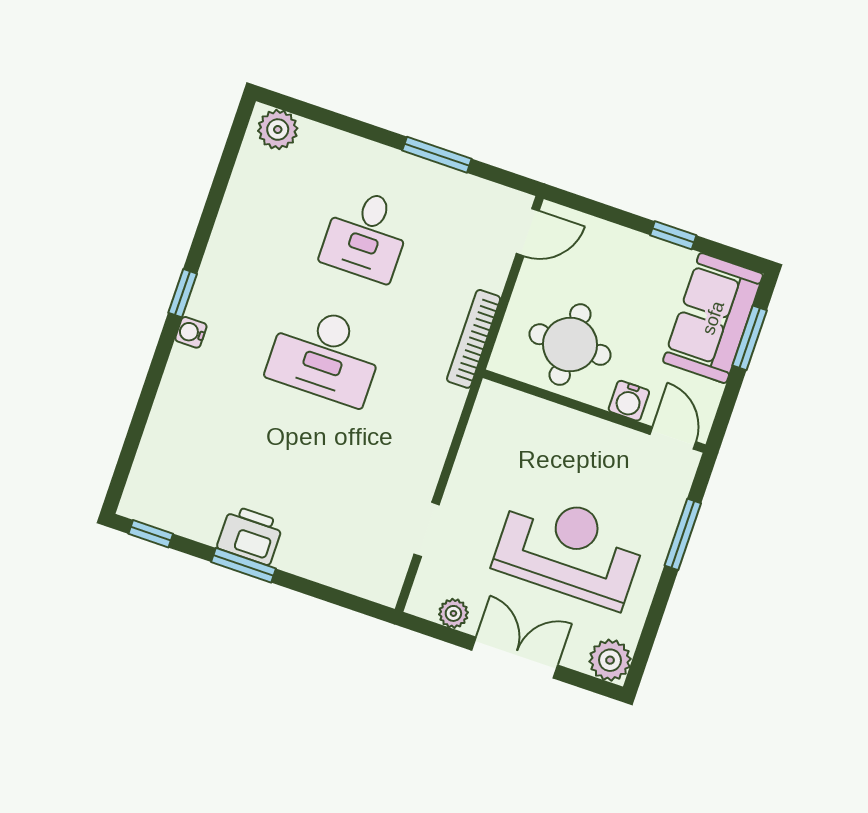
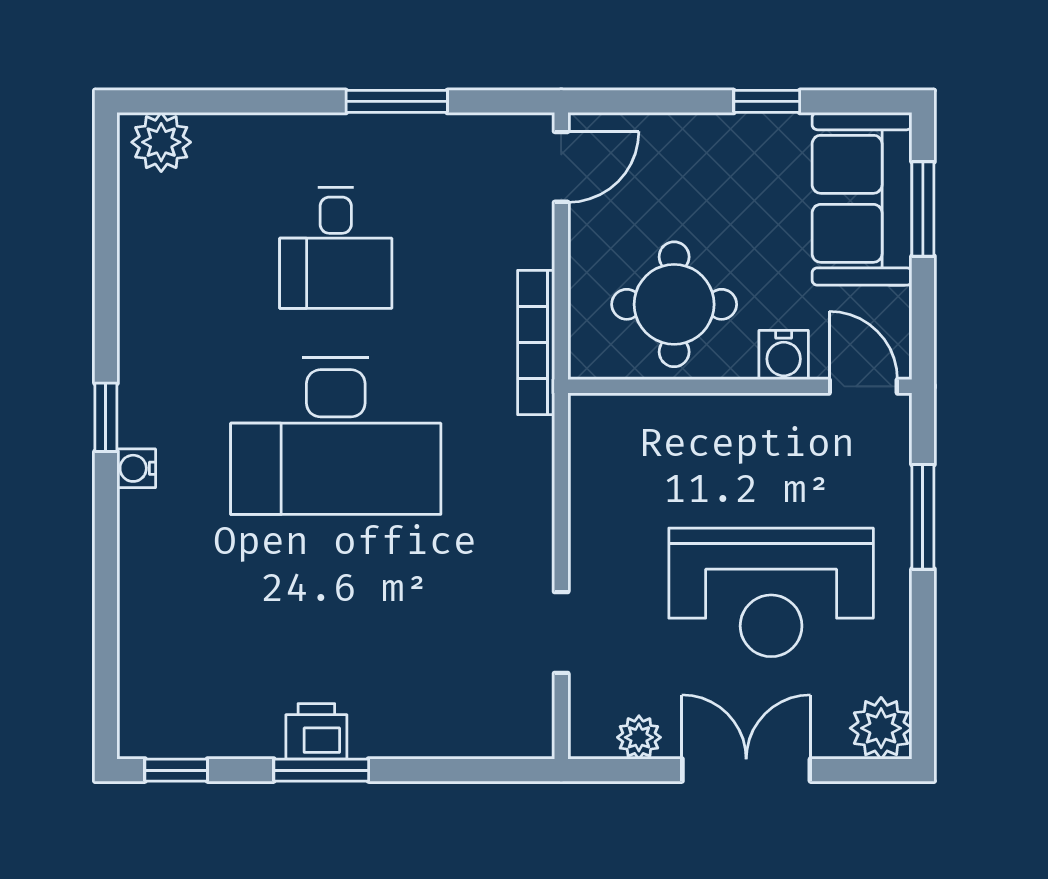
desk: (325, 355) -> (336, 436), width x1.36, depth x1.30
printer: (250, 535) -> (316, 731), width x0.73, depth x0.81
reception desk: (569, 550) -> (771, 592), turned 180

